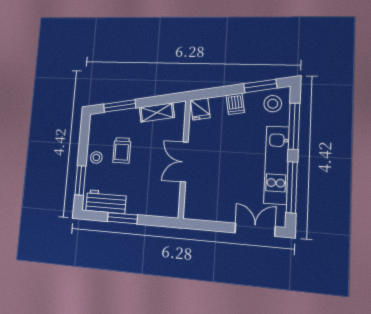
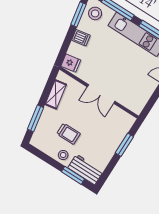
workbench: (106, 202) -> (86, 169), moved, turned 90
window: (122, 218) -> (124, 145), moved

